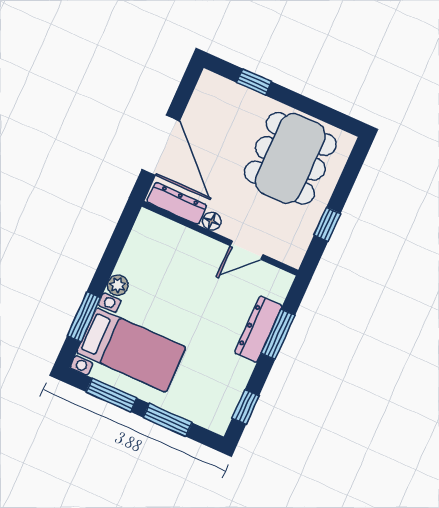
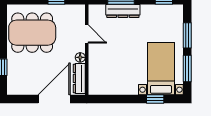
plant: (118, 285) -> (132, 89), removed
window: (84, 317) -> (155, 99), width x0.67

